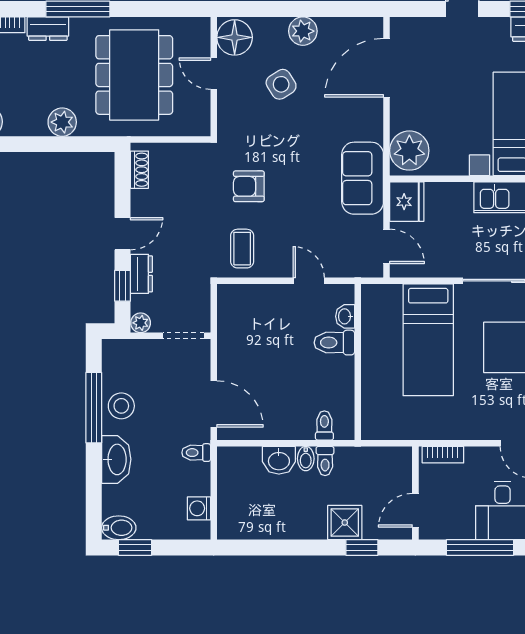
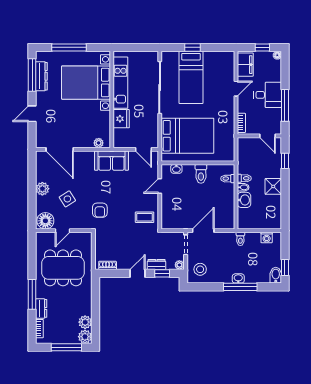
plant: (62, 122) -> (85, 322), moved
plant: (409, 151) -> (99, 143), width x0.53, depth x0.53
armchair: (249, 186) -> (100, 210), moved
fridge: (407, 202) -> (121, 119), moved, turned 90
door: (123, 234) -> (138, 273), hinge flipped
door: (387, 246) -> (144, 149), swing flipped
bed: (428, 340) -> (187, 136), width x1.50
toilet: (334, 343) -> (201, 174), moved
door: (214, 404) -> (203, 231), moved
stool: (121, 406) -> (200, 269), moved
window: (94, 408) -> (240, 287), moved
washbasin: (116, 459) -> (238, 278), width x0.52, depth x0.69
shower: (345, 523) -> (273, 186), moved

